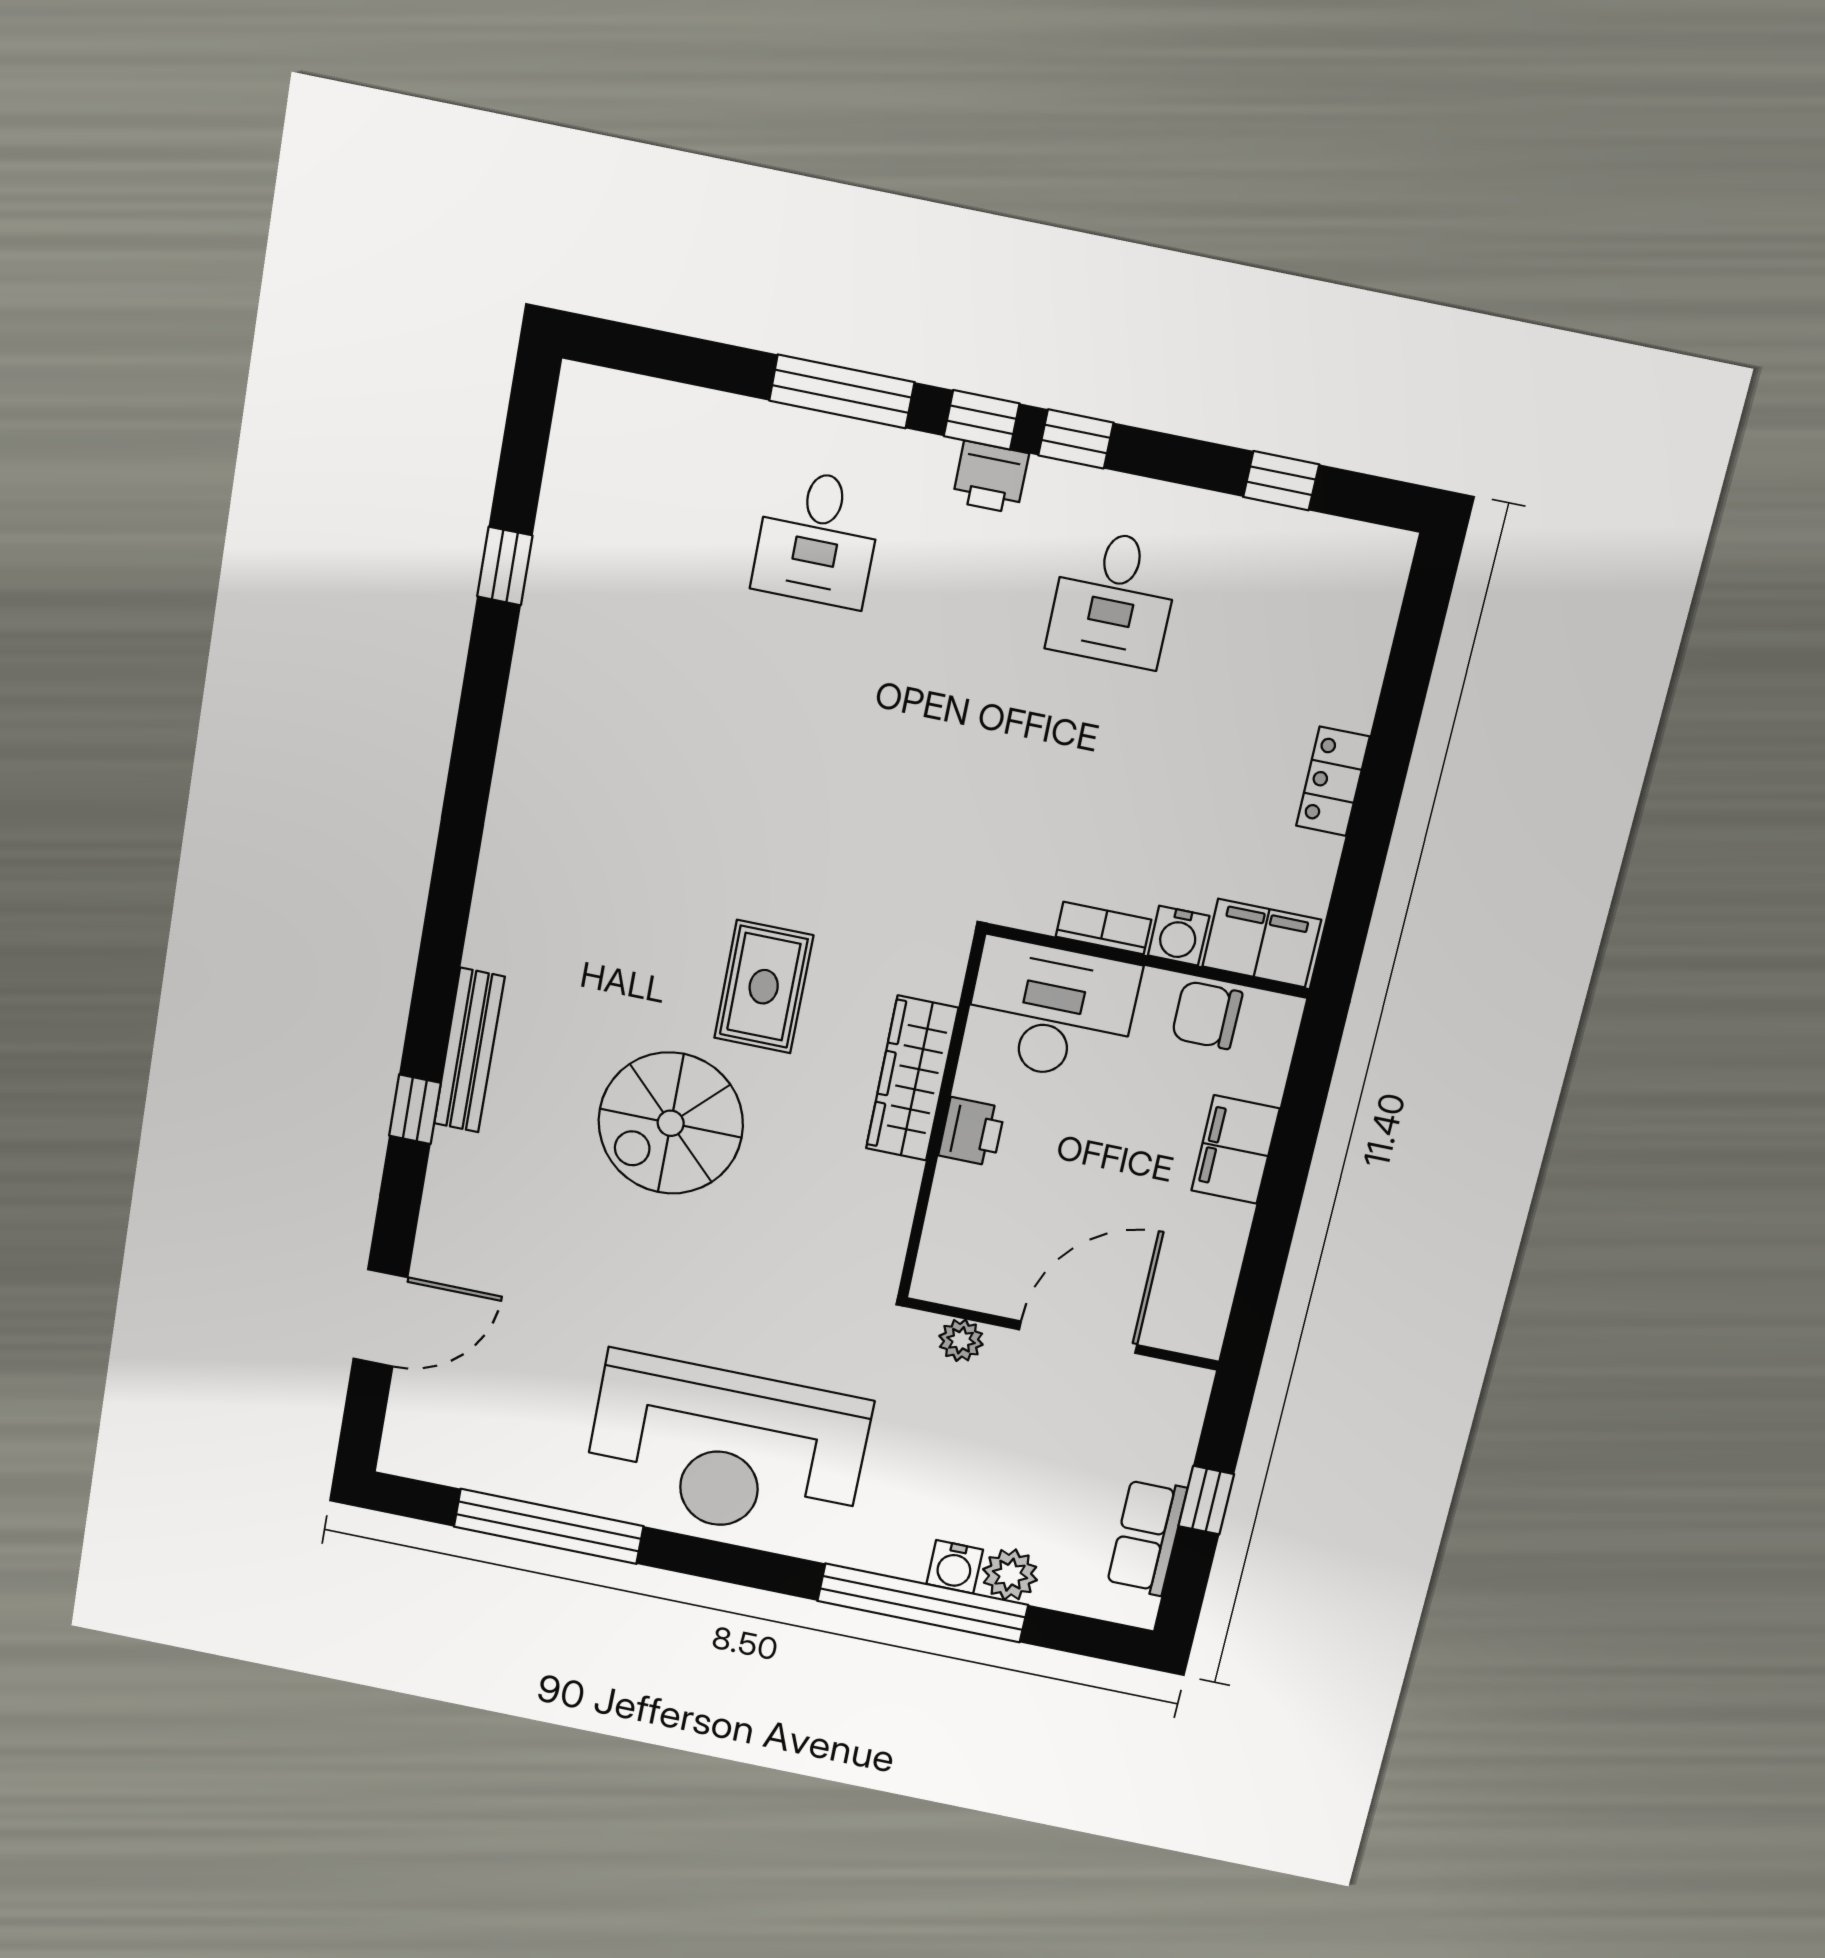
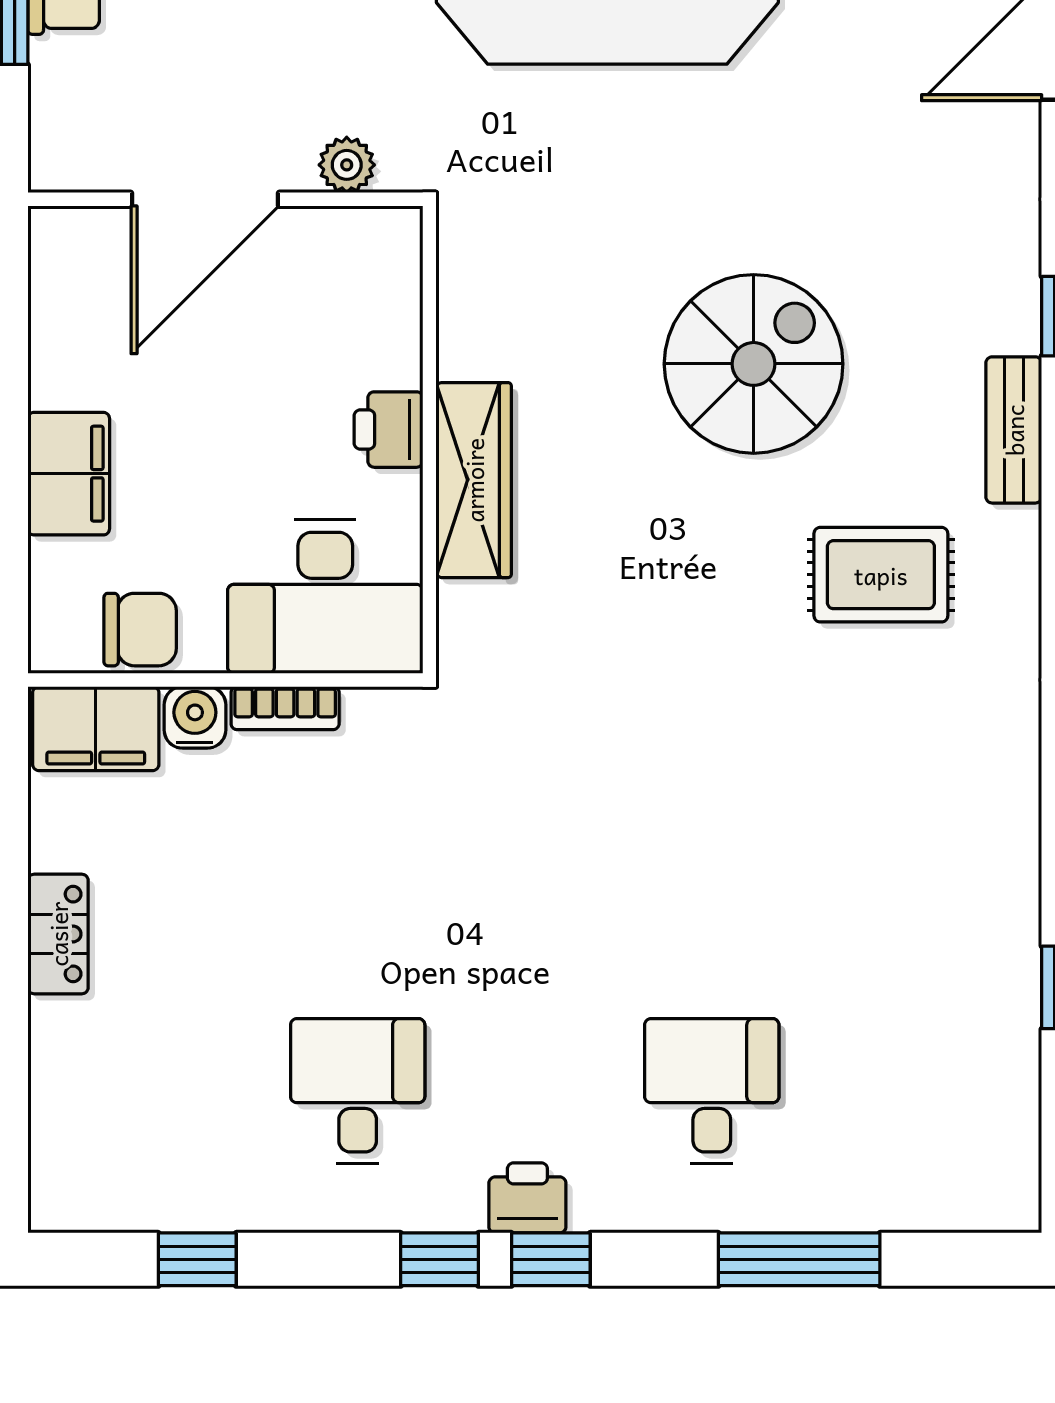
window: (842, 391) -> (799, 1259), moved
rug: (764, 987) -> (881, 575), moved, turned 90
bench: (469, 1050) -> (1014, 430), width x0.73

